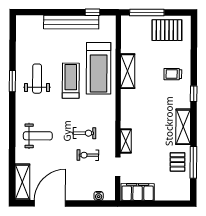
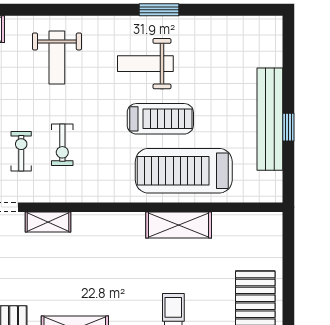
window: (93, 12) -> (288, 127), moved
window: (147, 12) -> (288, 260), removed
weight bench: (37, 79) -> (145, 64), moved, turned 180

